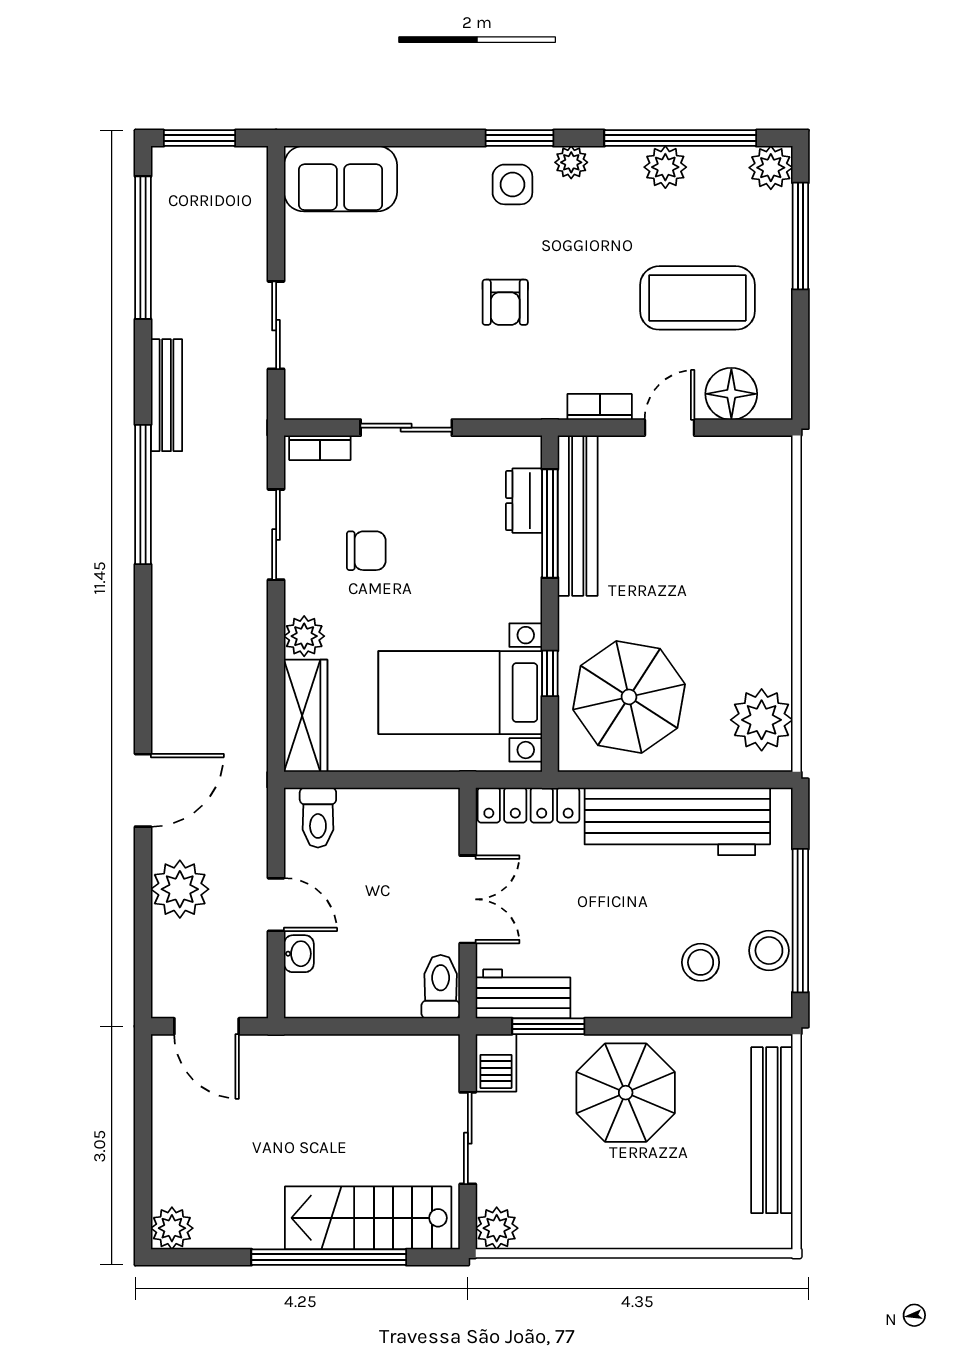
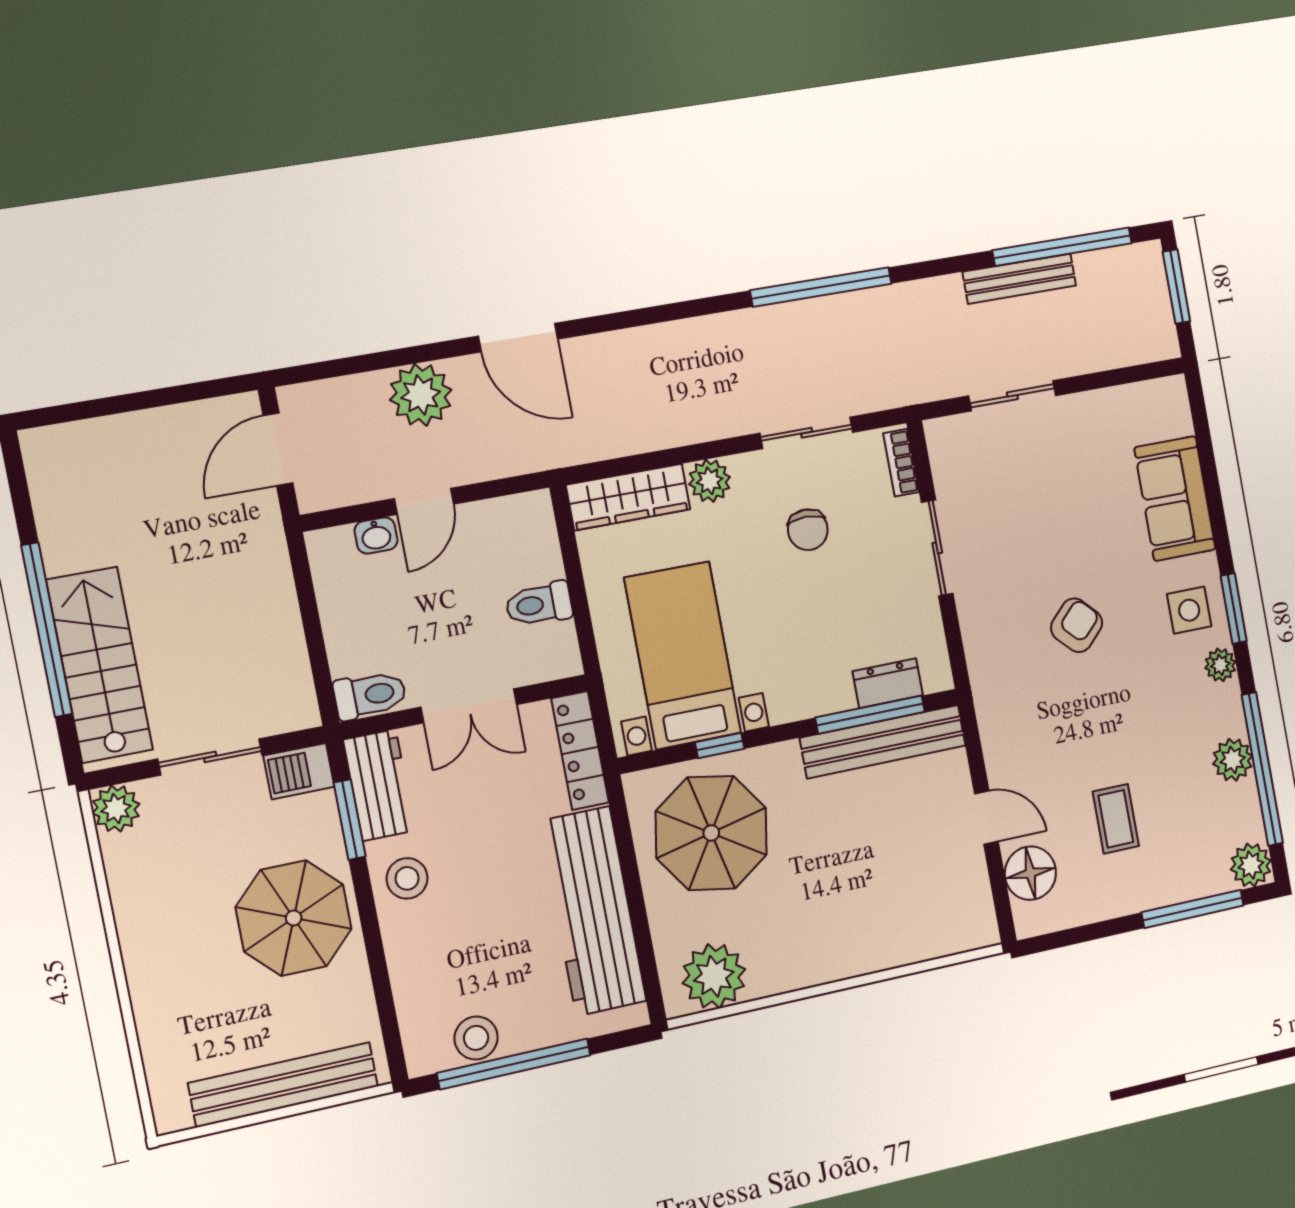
sofa: (340, 179) -> (1175, 498), moved
coffee table: (698, 298) -> (1116, 819), width x0.54, depth x0.58
armchair: (505, 302) -> (1077, 625), turned 135
bench: (167, 395) -> (1019, 279), moved
bookcase: (600, 407) -> (993, 742), removed
toilet: (318, 818) -> (539, 604), moved
stool: (701, 962) -> (407, 878), moved
plant: (172, 1228) -> (45, 450), removed

